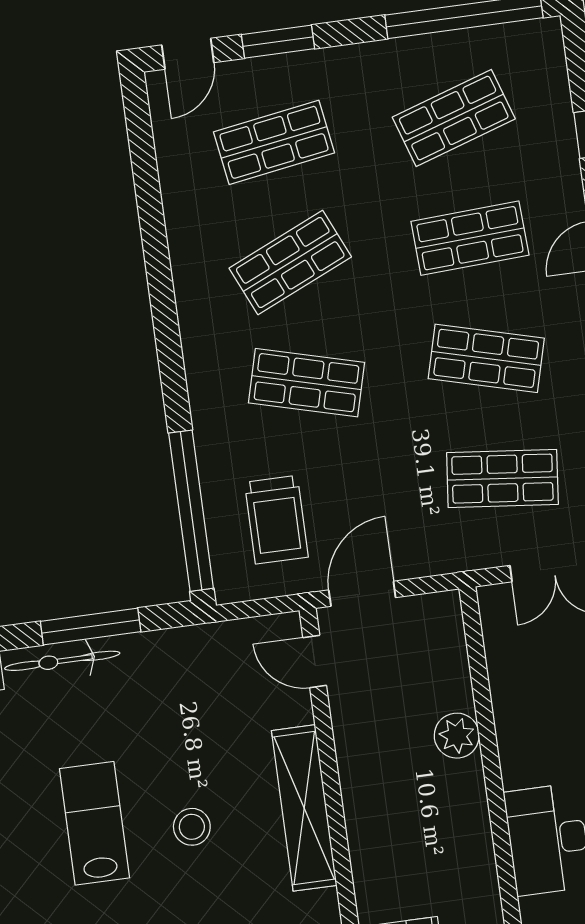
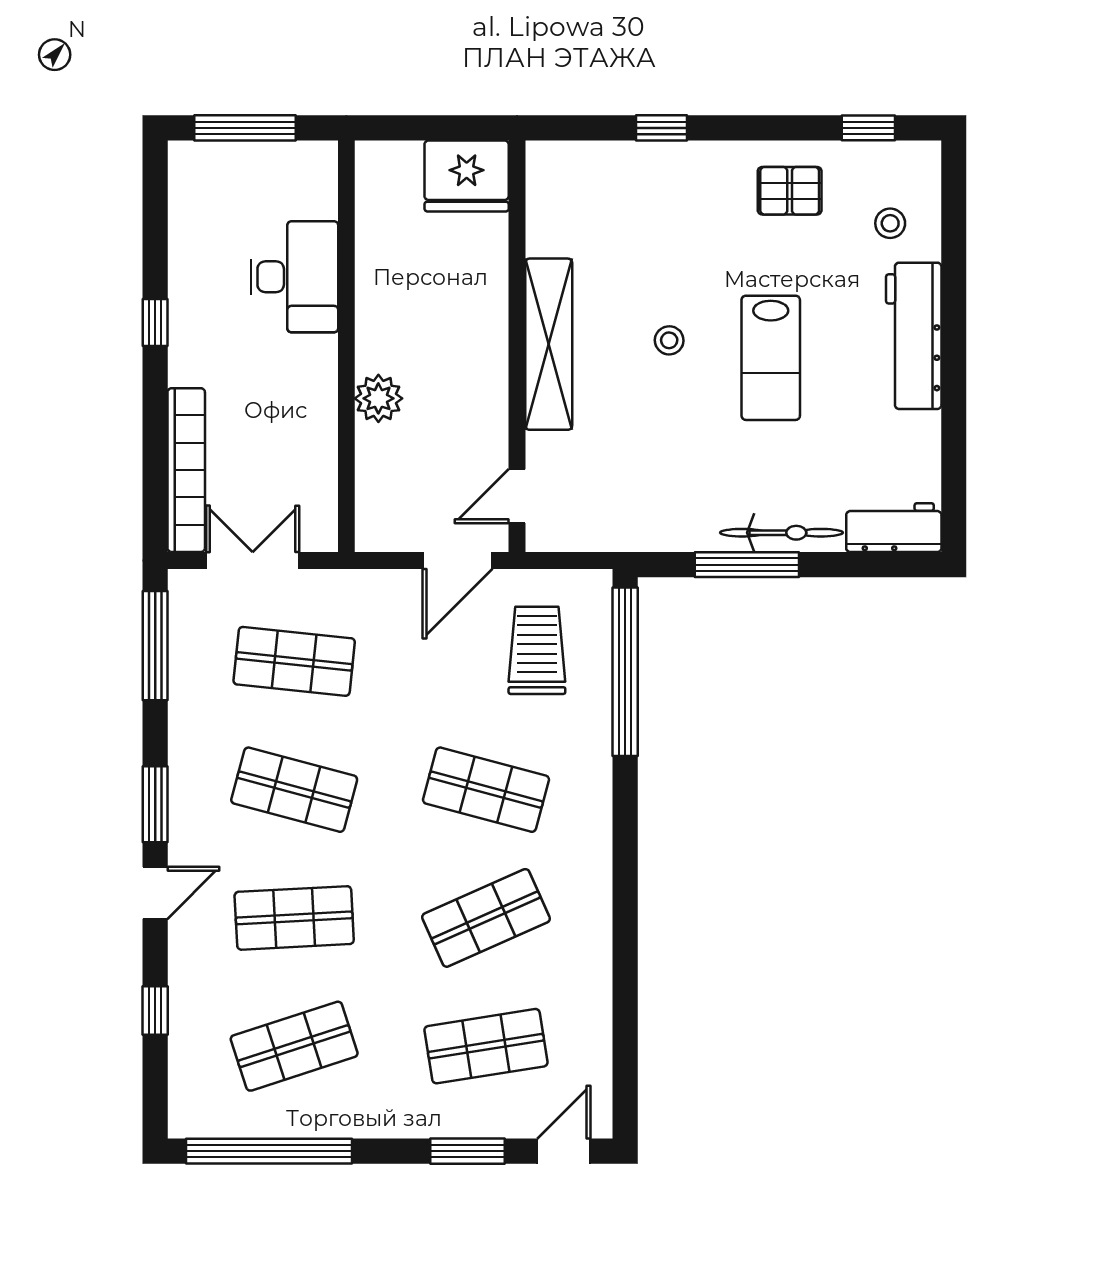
door: (315, 662) -> (517, 496), swing flipped
stool: (192, 827) -> (669, 340), width x0.73, depth x0.73

